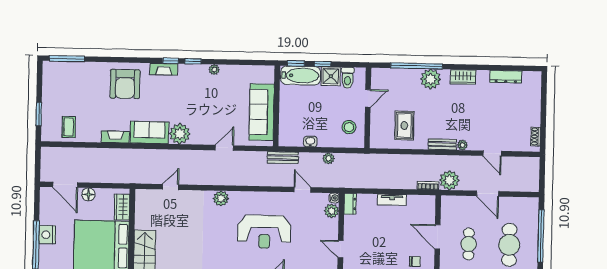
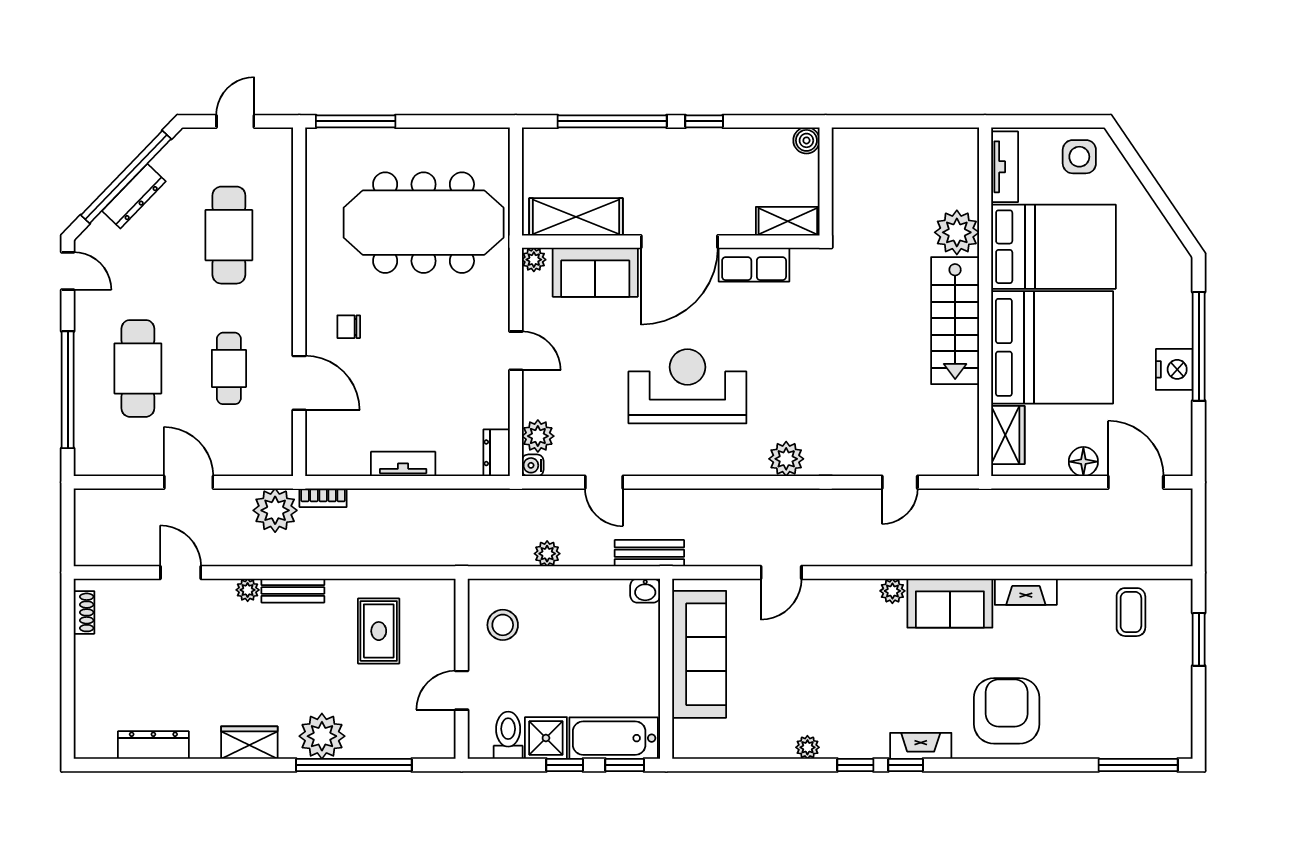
plant: (180, 134) -> (892, 591), width x0.53, depth x0.53
washbasin: (310, 142) -> (645, 591), moved

